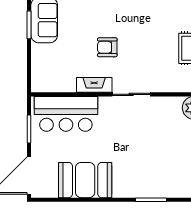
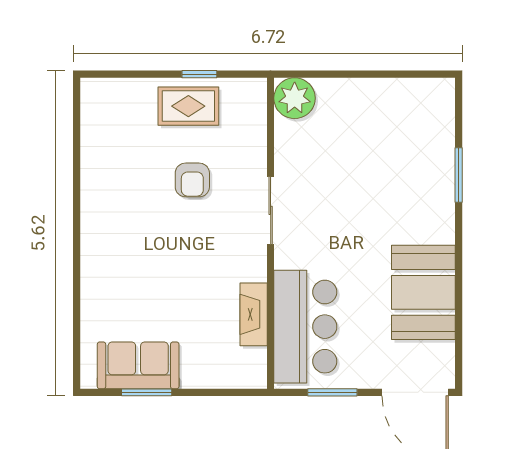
armchair: (107, 47) -> (192, 180), moved
fireplace: (94, 85) -> (254, 314), moved

